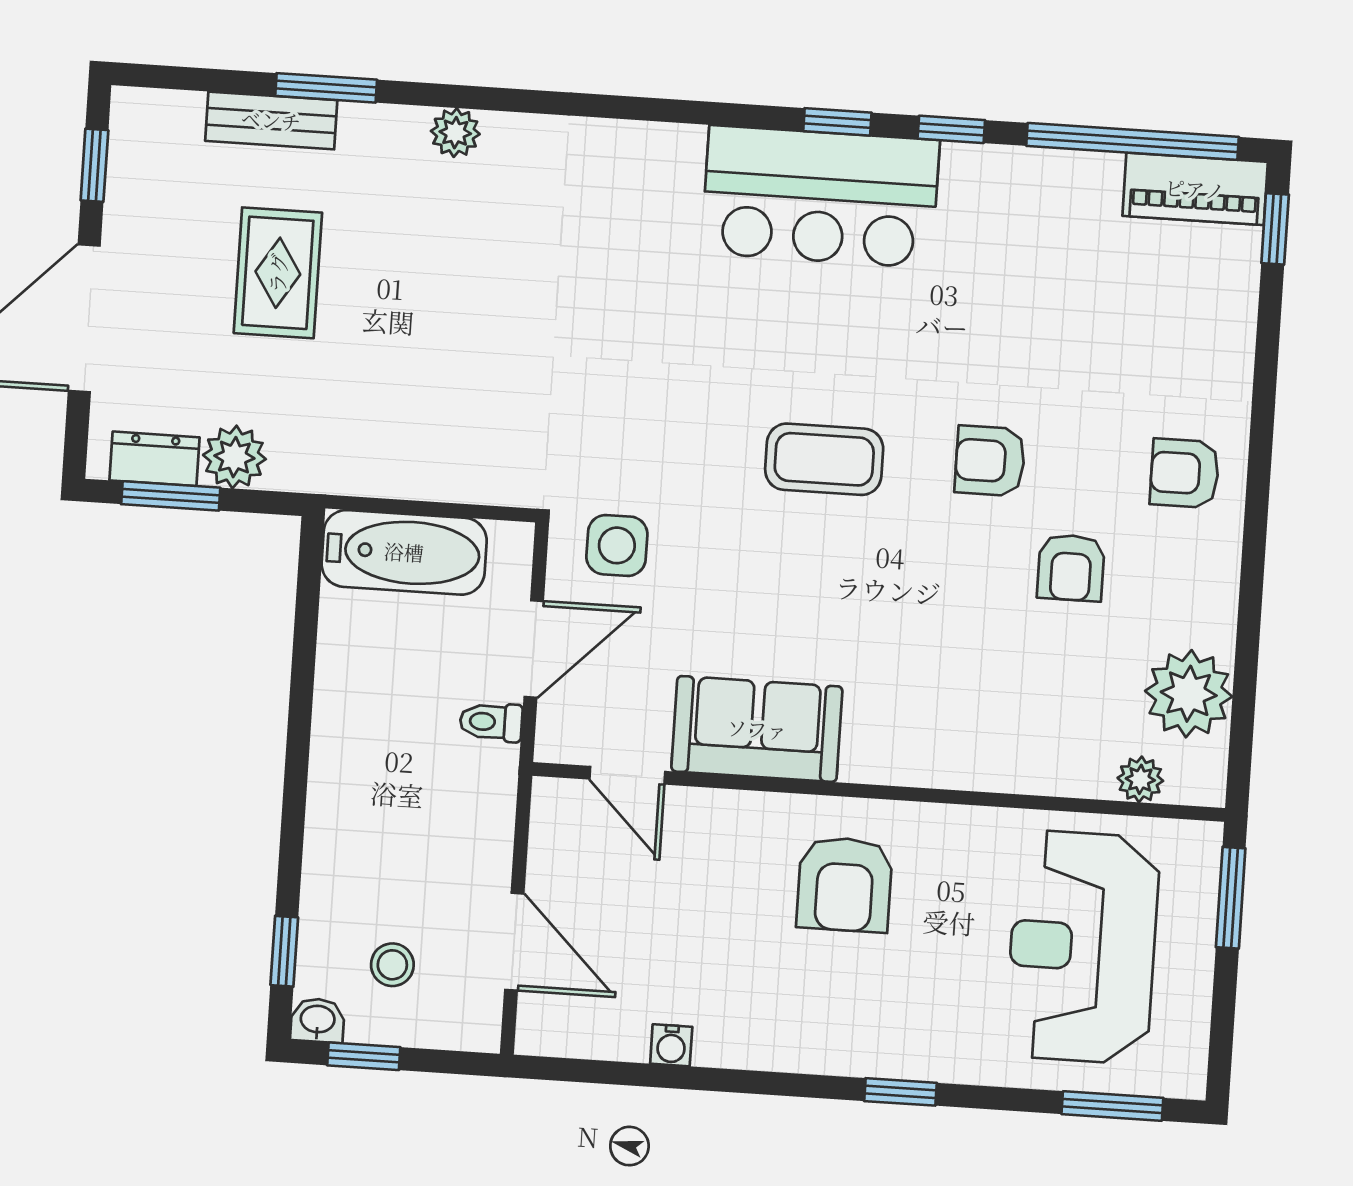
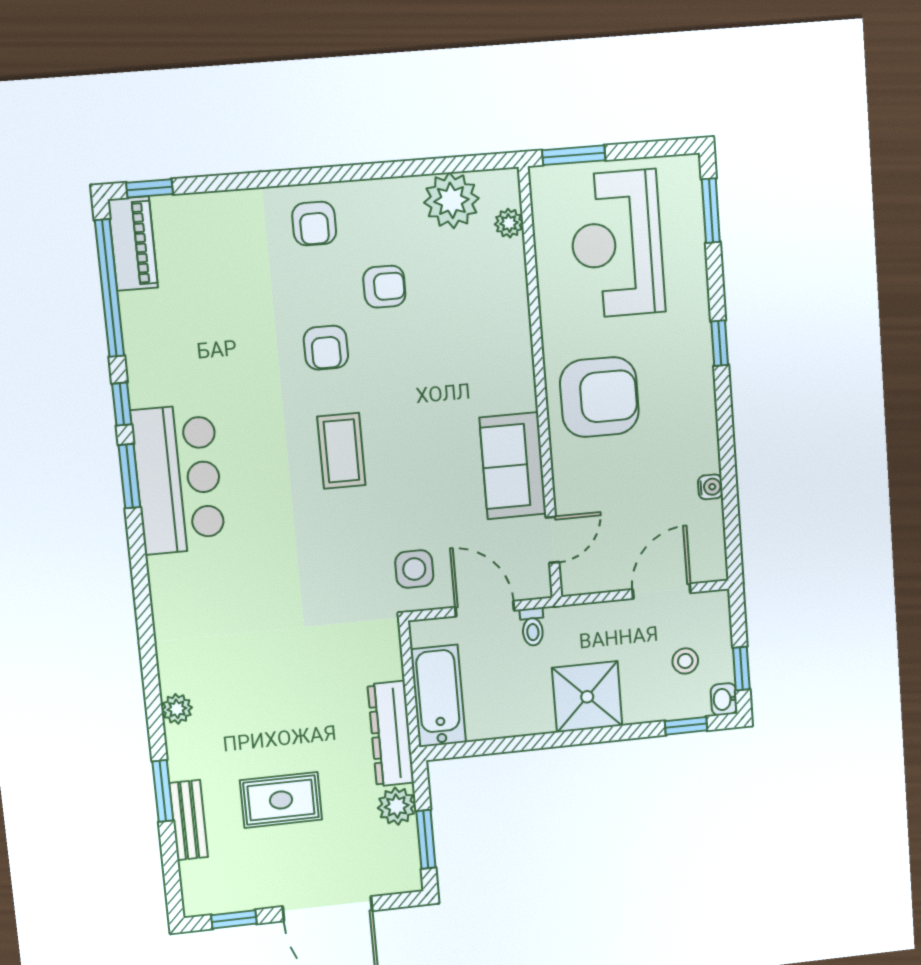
window: (837, 122) -> (129, 476), width x1.50
dresser: (155, 459) -> (391, 734), moved, width x1.96, depth x1.24
shower: (361, 795) -> (587, 697), added
armchair: (845, 884) -> (599, 397), width x1.36, depth x1.36
reception desk: (1082, 947) -> (617, 244), turned 90

